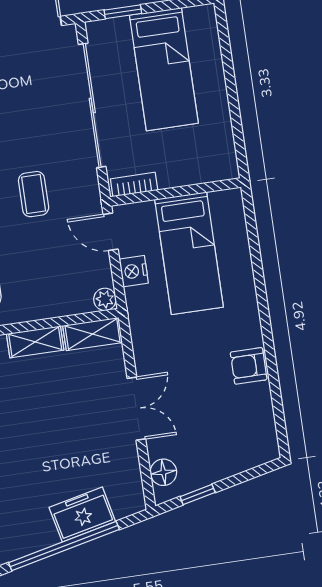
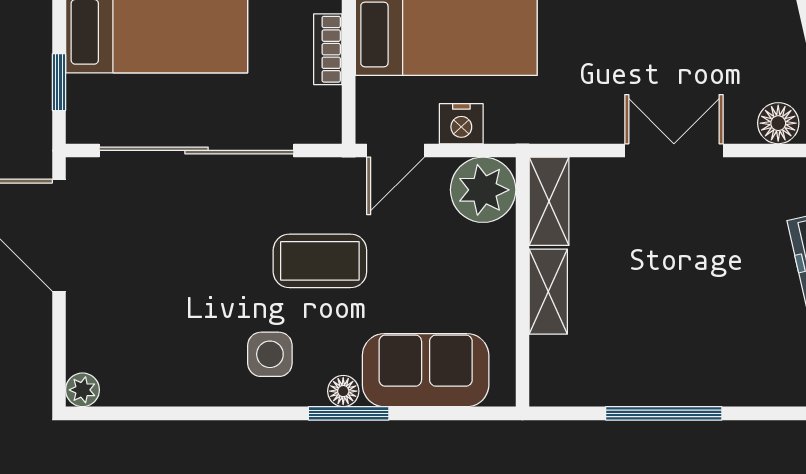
bookcase: (134, 184) -> (328, 49), moved
coffee table: (34, 194) -> (320, 261), width x1.36, depth x1.30
plant: (105, 299) -> (483, 190), width x1.88, depth x1.88

